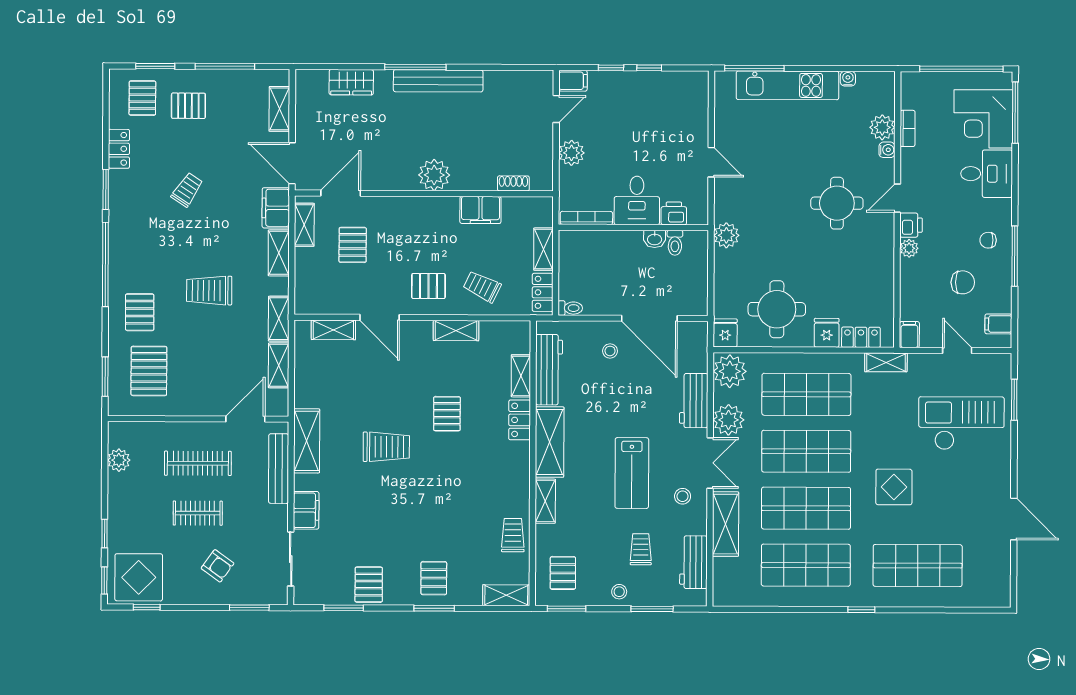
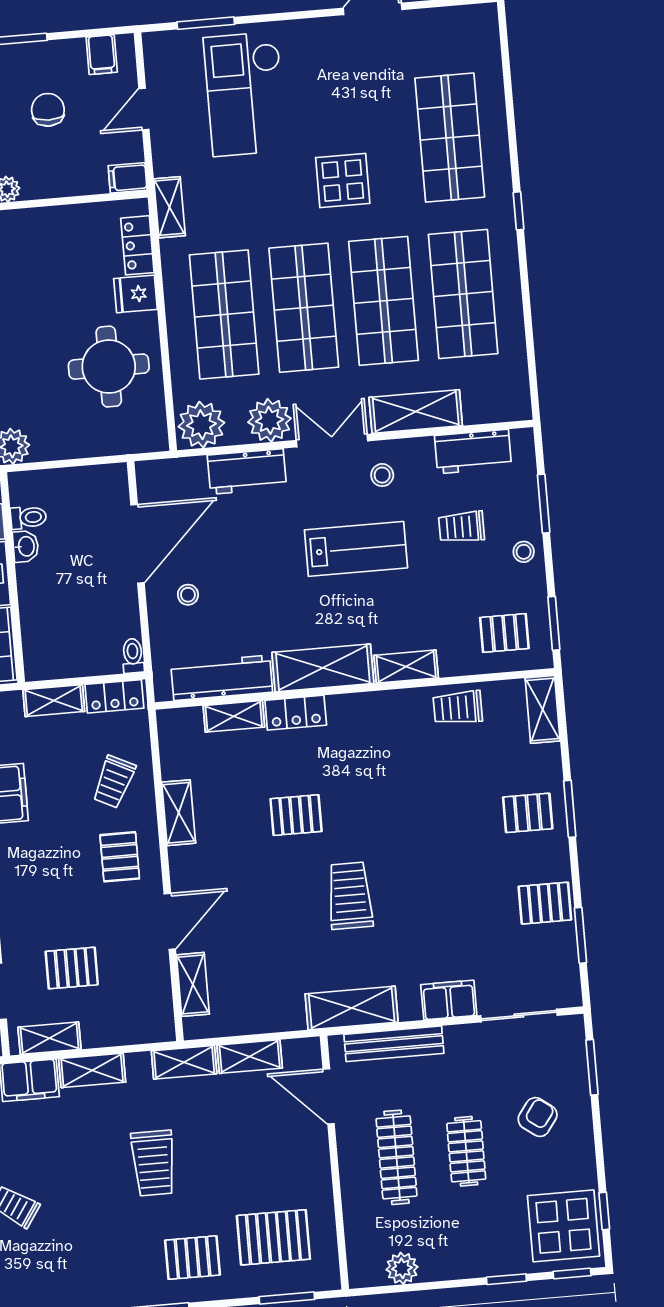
fridge: (725, 333) -> (148, 436), removed

